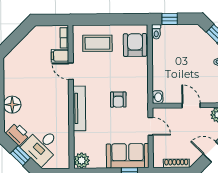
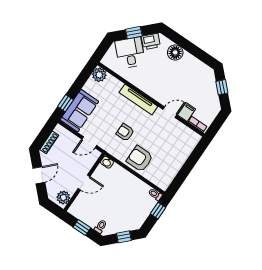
window: (14, 39) -> (222, 87), added
coffee table: (97, 43) -> (177, 146), removed
armchair: (135, 45) -> (140, 159), moved, turned 180

